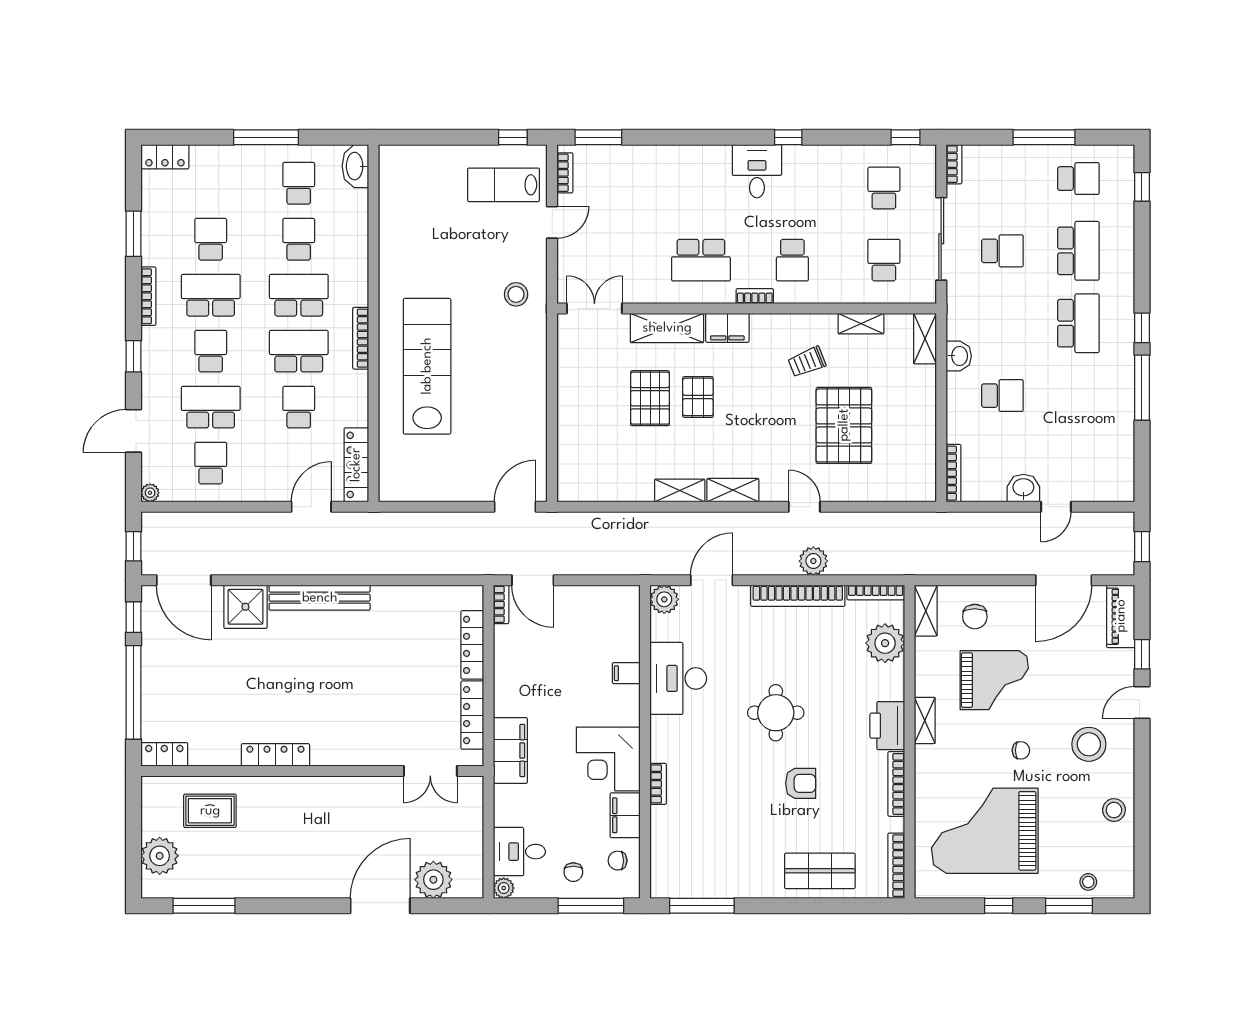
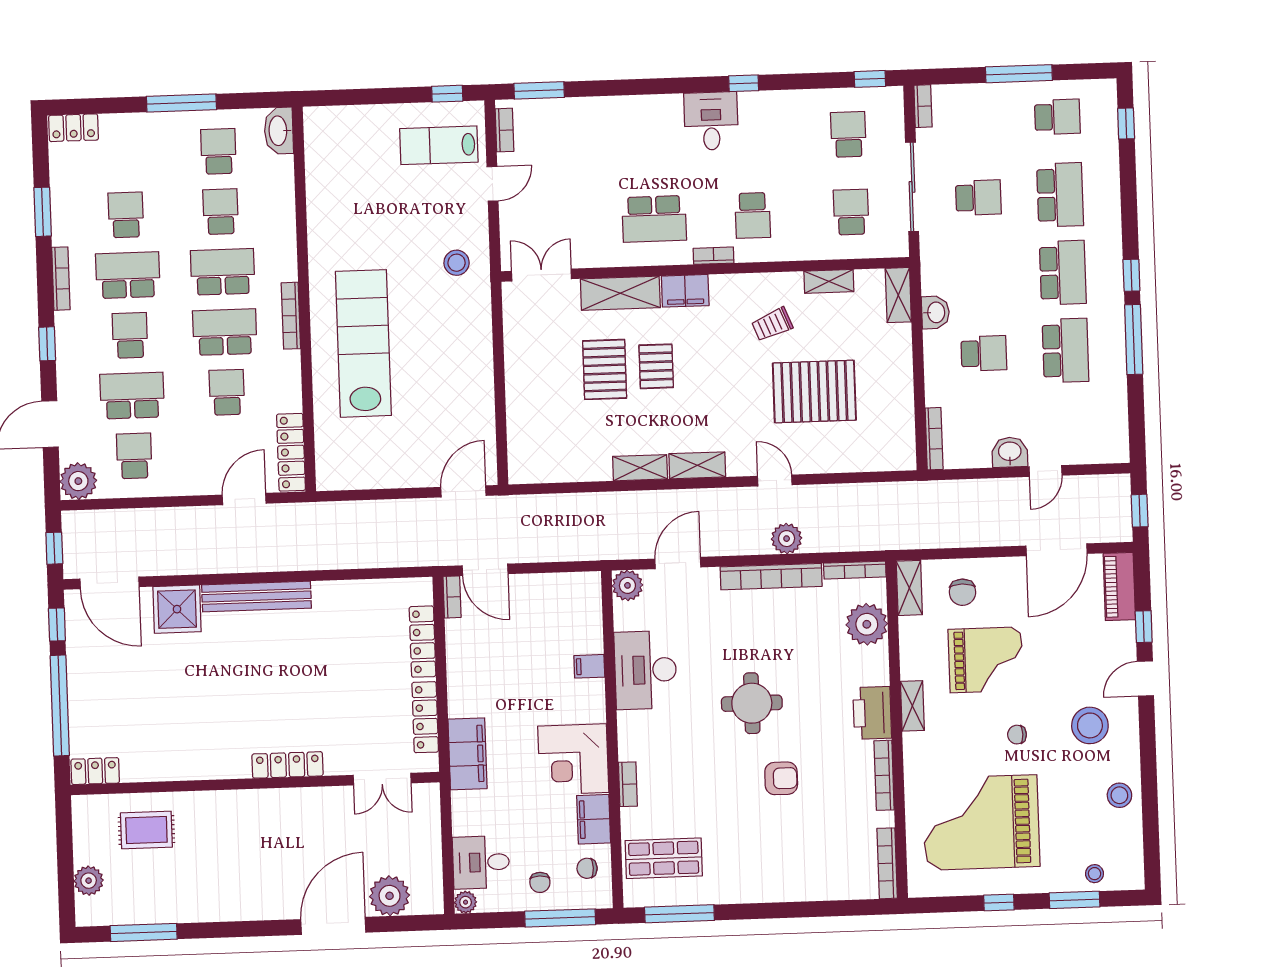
school desk: (1078, 396) -> (1065, 350), added
pallet: (844, 425) -> (814, 392), turned 90
plant: (150, 493) -> (78, 481), width x1.88, depth x1.88
chair: (1021, 750) -> (1017, 735), turned 180
locker: (275, 755) -> (287, 765), moved
plant: (160, 856) -> (89, 881), width x0.73, depth x0.73
shop shelf: (820, 871) -> (664, 858), moved

